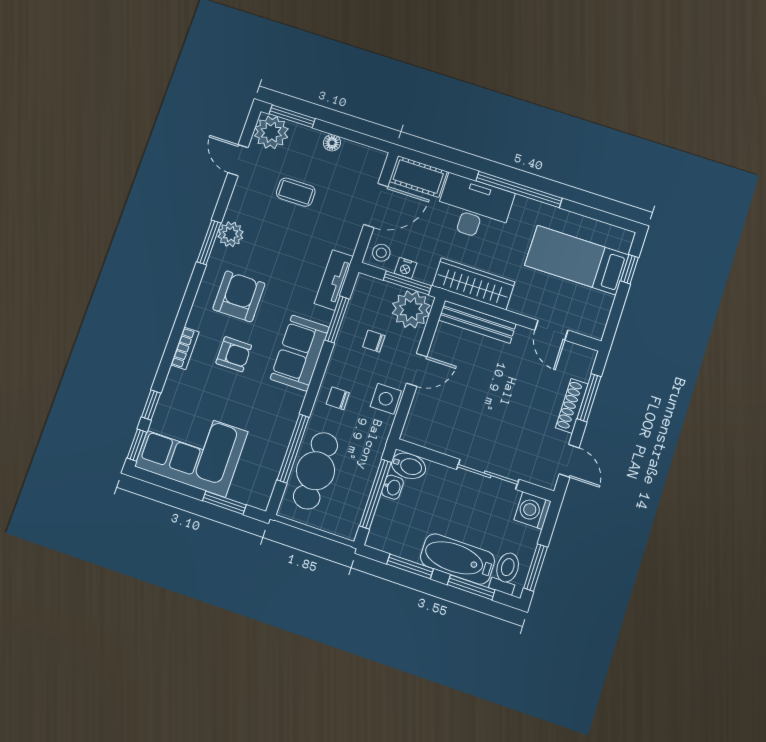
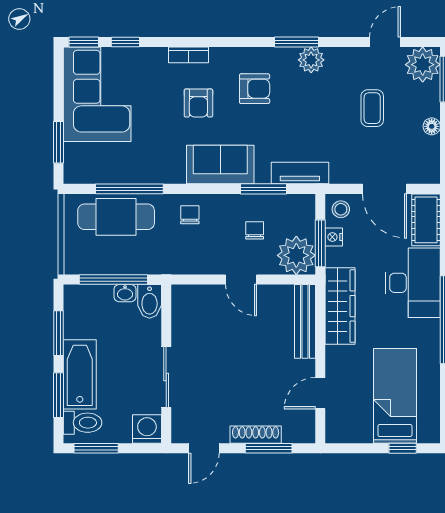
armchair: (239, 296) -> (255, 89), width x0.72, depth x0.72
side table: (386, 399) -> (204, 260), removed

